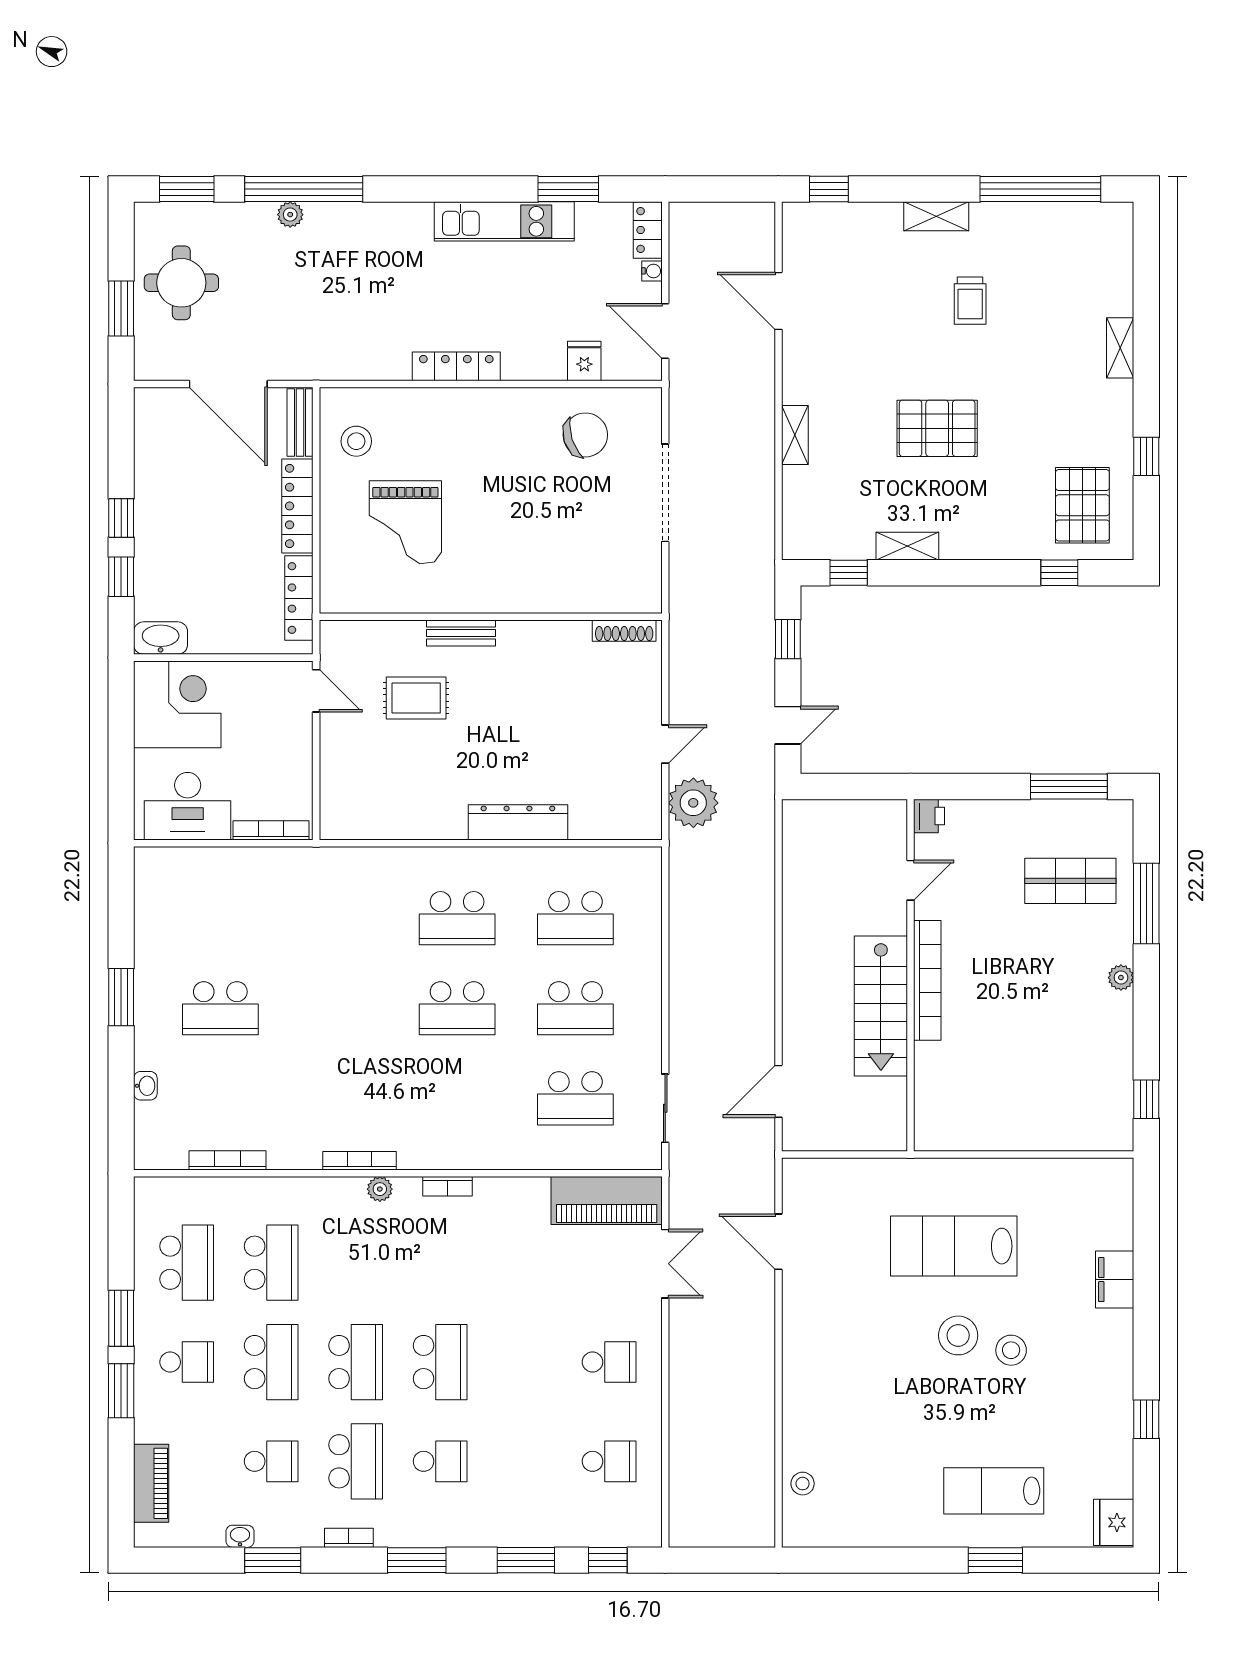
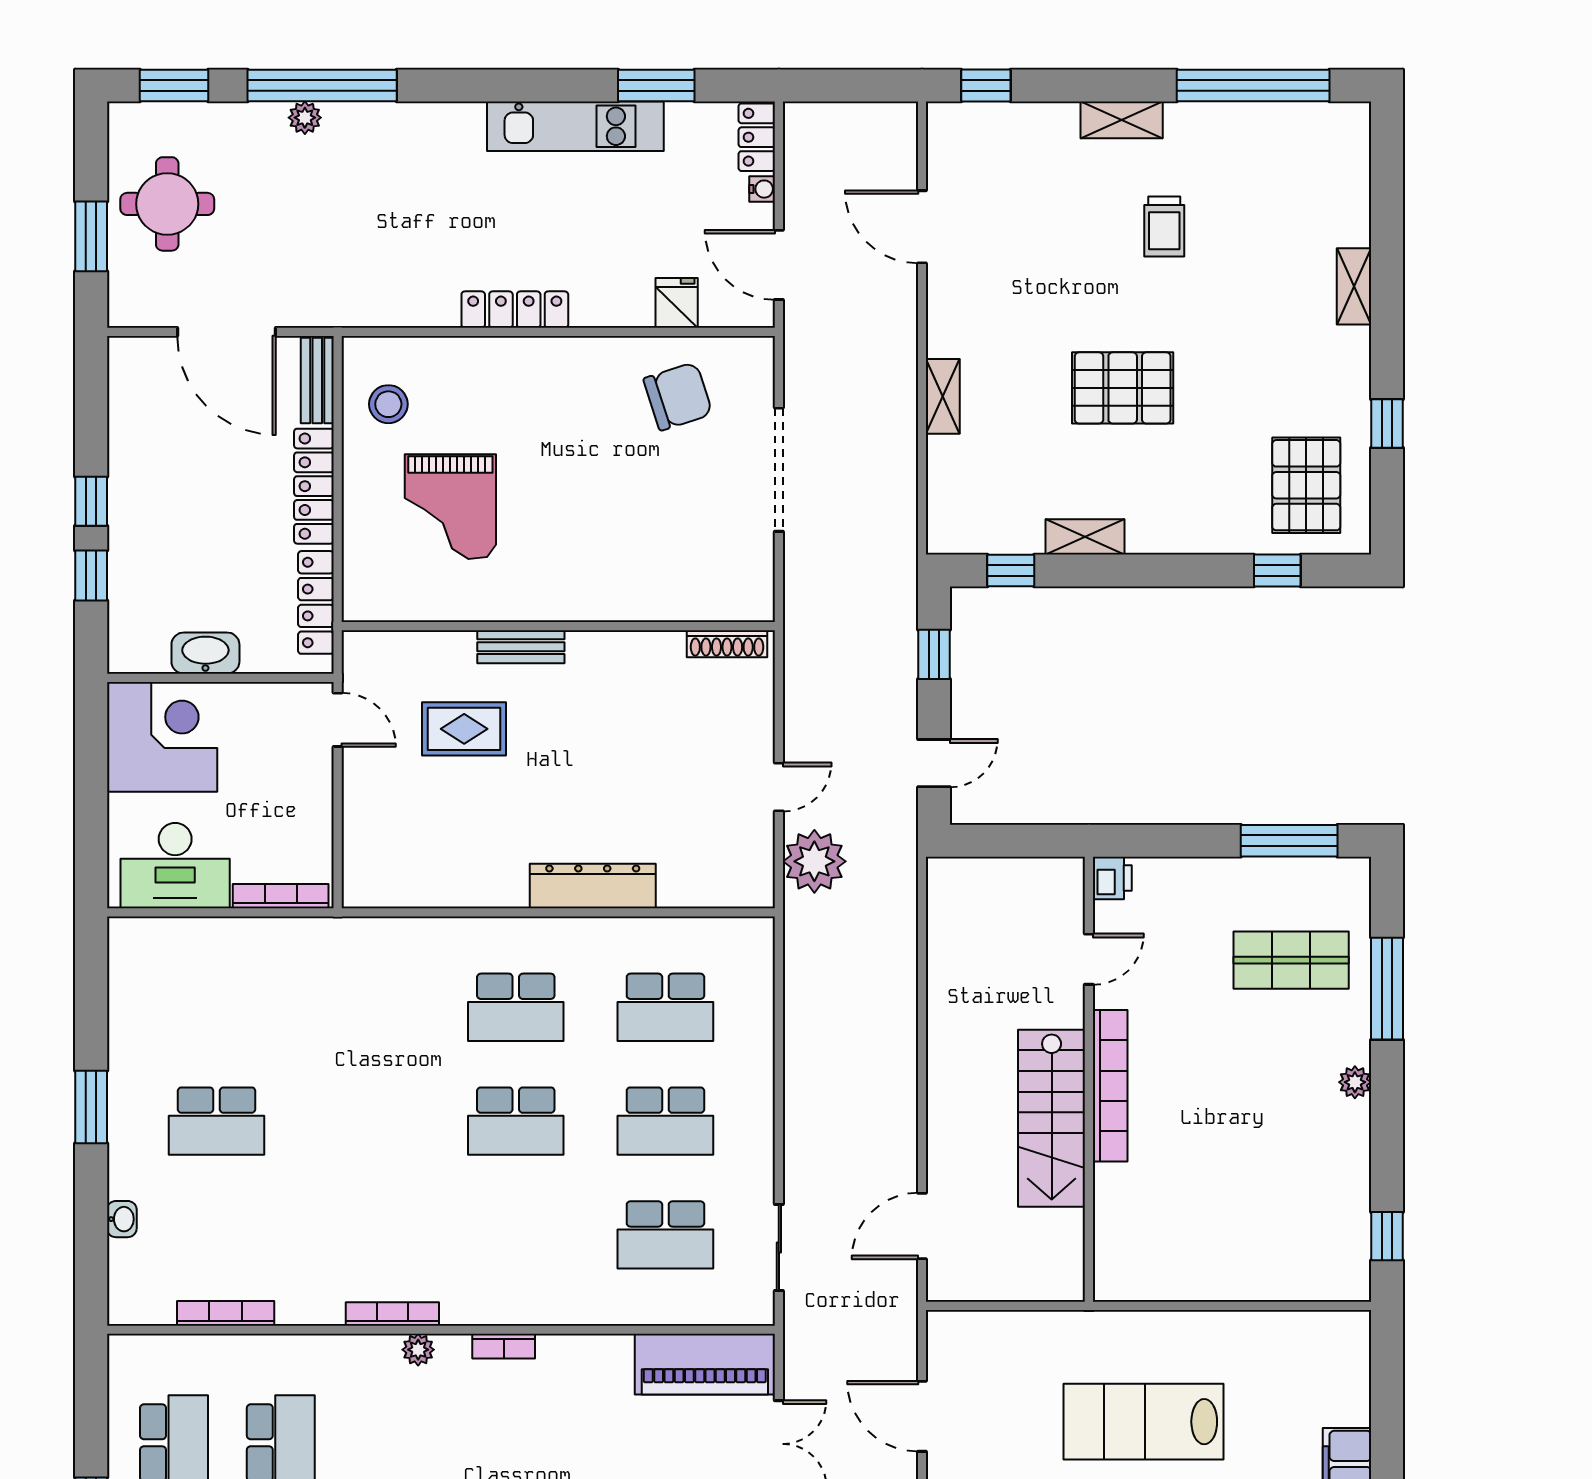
washbasin: (161, 638) -> (205, 653), moved

